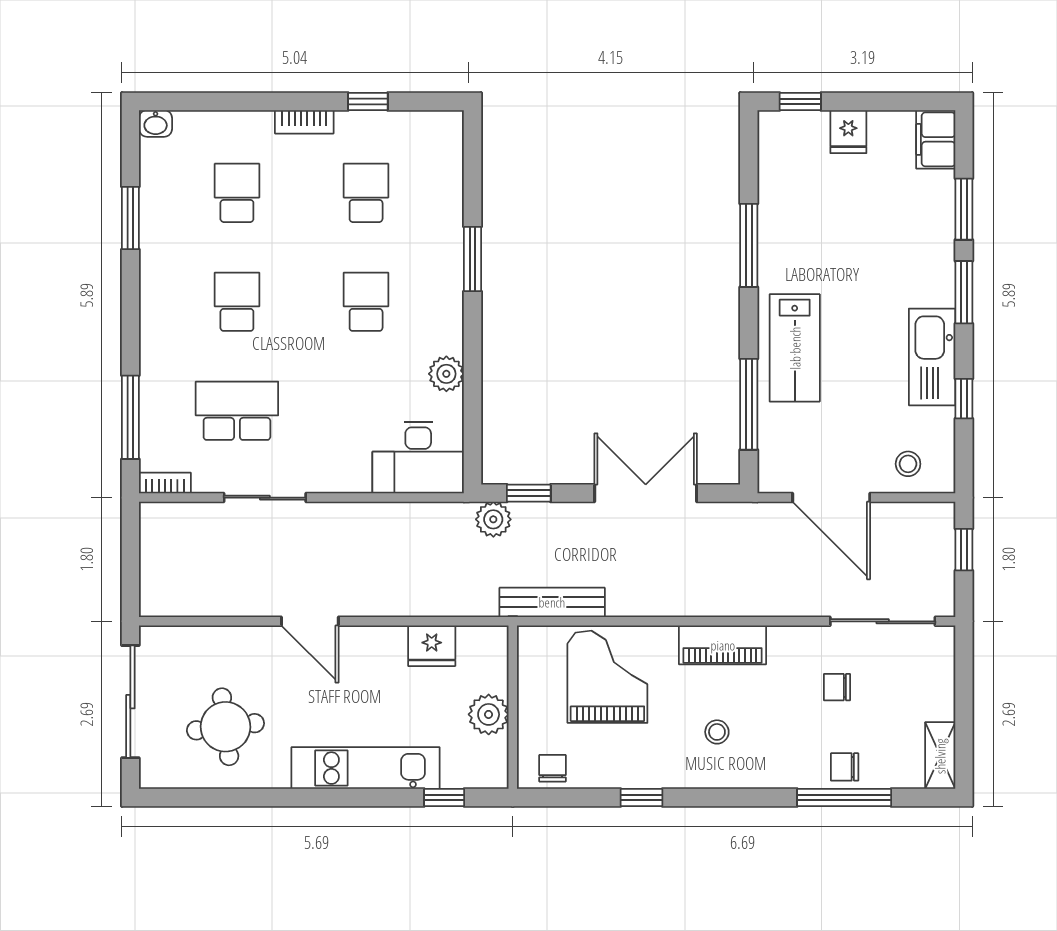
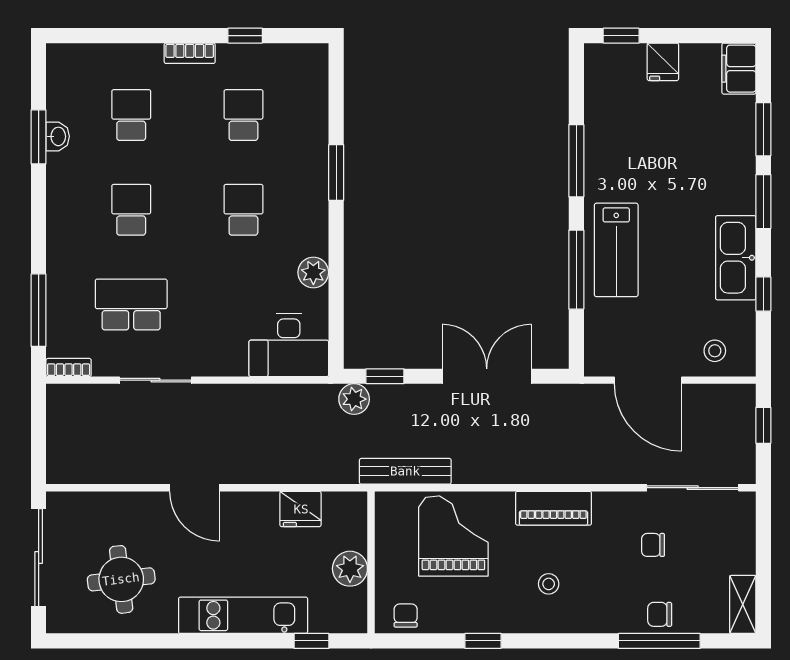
washbasin: (156, 123) -> (58, 136), moved, turned -90
window: (749, 404) -> (576, 270), moved

